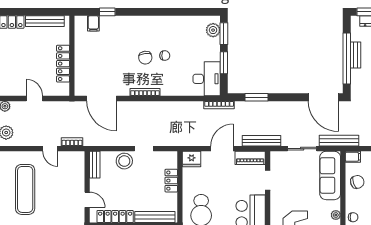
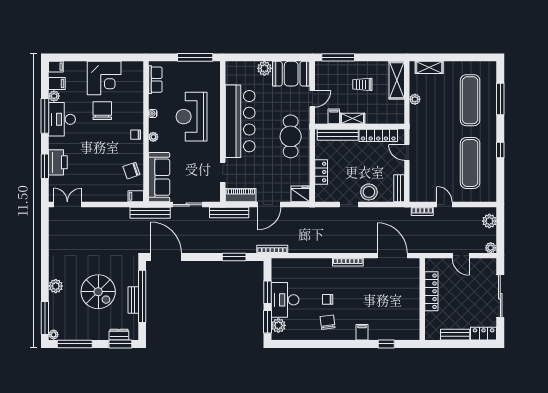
bench: (45, 21) -> (455, 335), width x0.73
filing cabinet: (93, 23) -> (362, 332), moved
chair: (145, 58) -> (328, 322), moved
desk: (207, 79) -> (285, 300), moved

